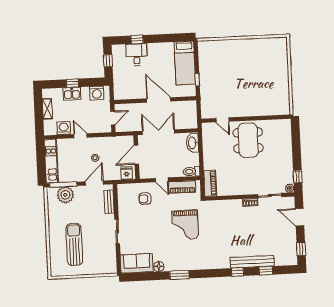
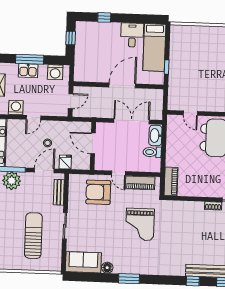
desk: (137, 55) -> (132, 35), moved
window: (72, 83) -> (30, 59), width x2.17
door: (159, 100) -> (122, 85), hinge flipped
double door: (158, 132) -> (132, 121), moved
door: (80, 136) -> (33, 118), swing flipped
door: (136, 155) -> (93, 143), hinge flipped
toilet: (191, 171) -> (152, 152), moved
fridge: (127, 173) -> (65, 162), moved
armchair: (145, 199) -> (98, 192), width x1.88, depth x1.88
sun lounger: (74, 245) -> (33, 236), moved

